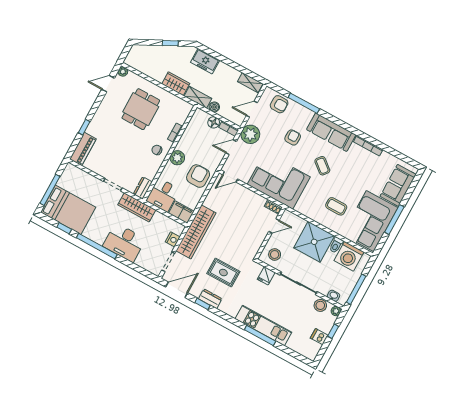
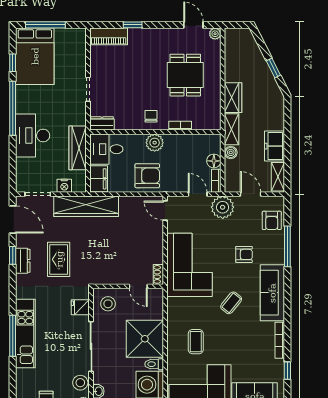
freezer: (205, 61) -> (274, 146), moved
dining table: (141, 109) -> (185, 75), turned 90
window: (393, 152) -> (287, 371), added
wardrobe: (137, 207) -> (78, 148), moved

